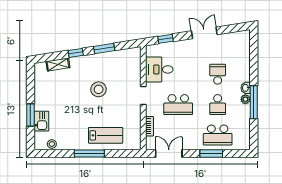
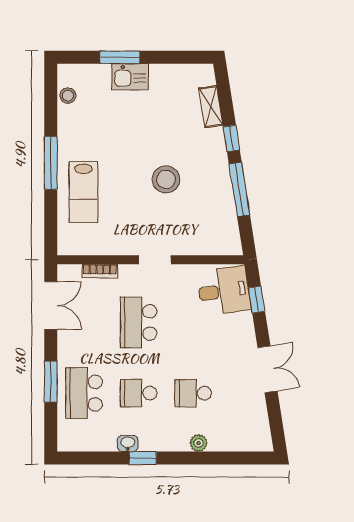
window: (104, 48) -> (239, 189), width x1.44
desk: (159, 69) -> (224, 291), moved, turned 81
school desk: (218, 74) -> (193, 393), turned 180
washbasin: (246, 88) -> (128, 443), moved
plant: (245, 99) -> (199, 443), moved
window: (254, 102) -> (143, 458), width x0.46
kitchen sink: (41, 121) -> (130, 77), moved

